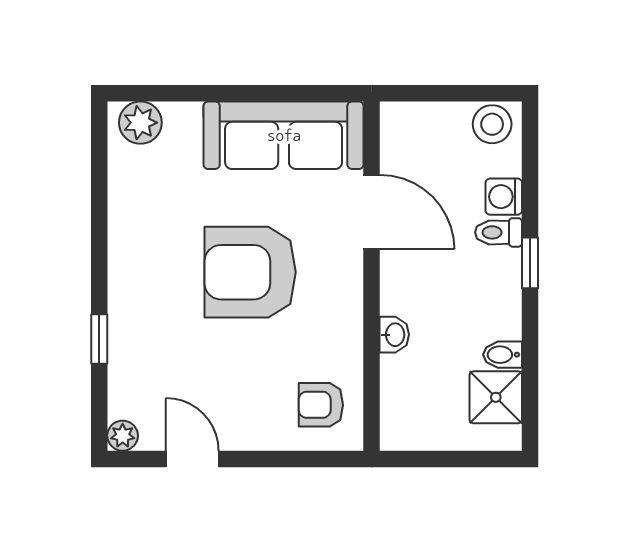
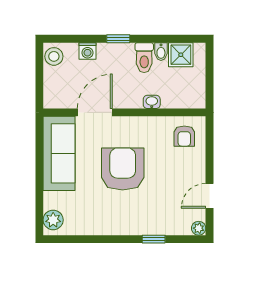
toilet: (499, 232) -> (144, 58), moved, width x1.37, depth x1.39
armchair: (250, 272) -> (123, 169), turned 180

